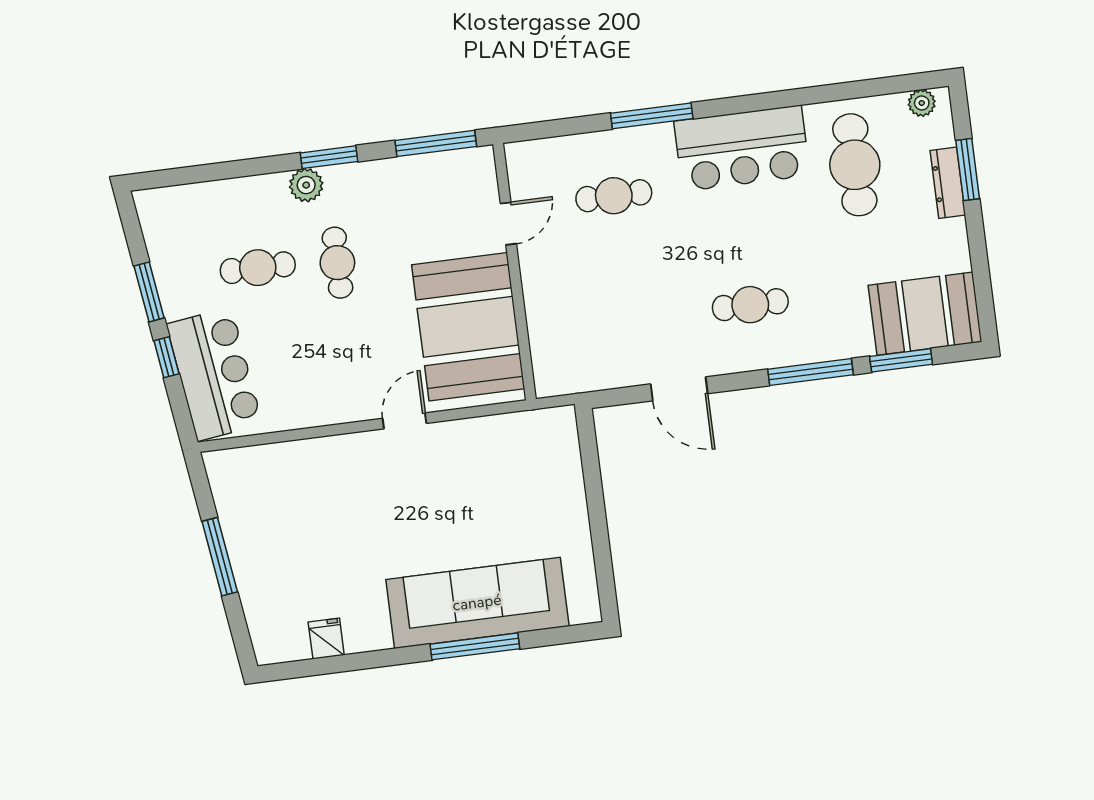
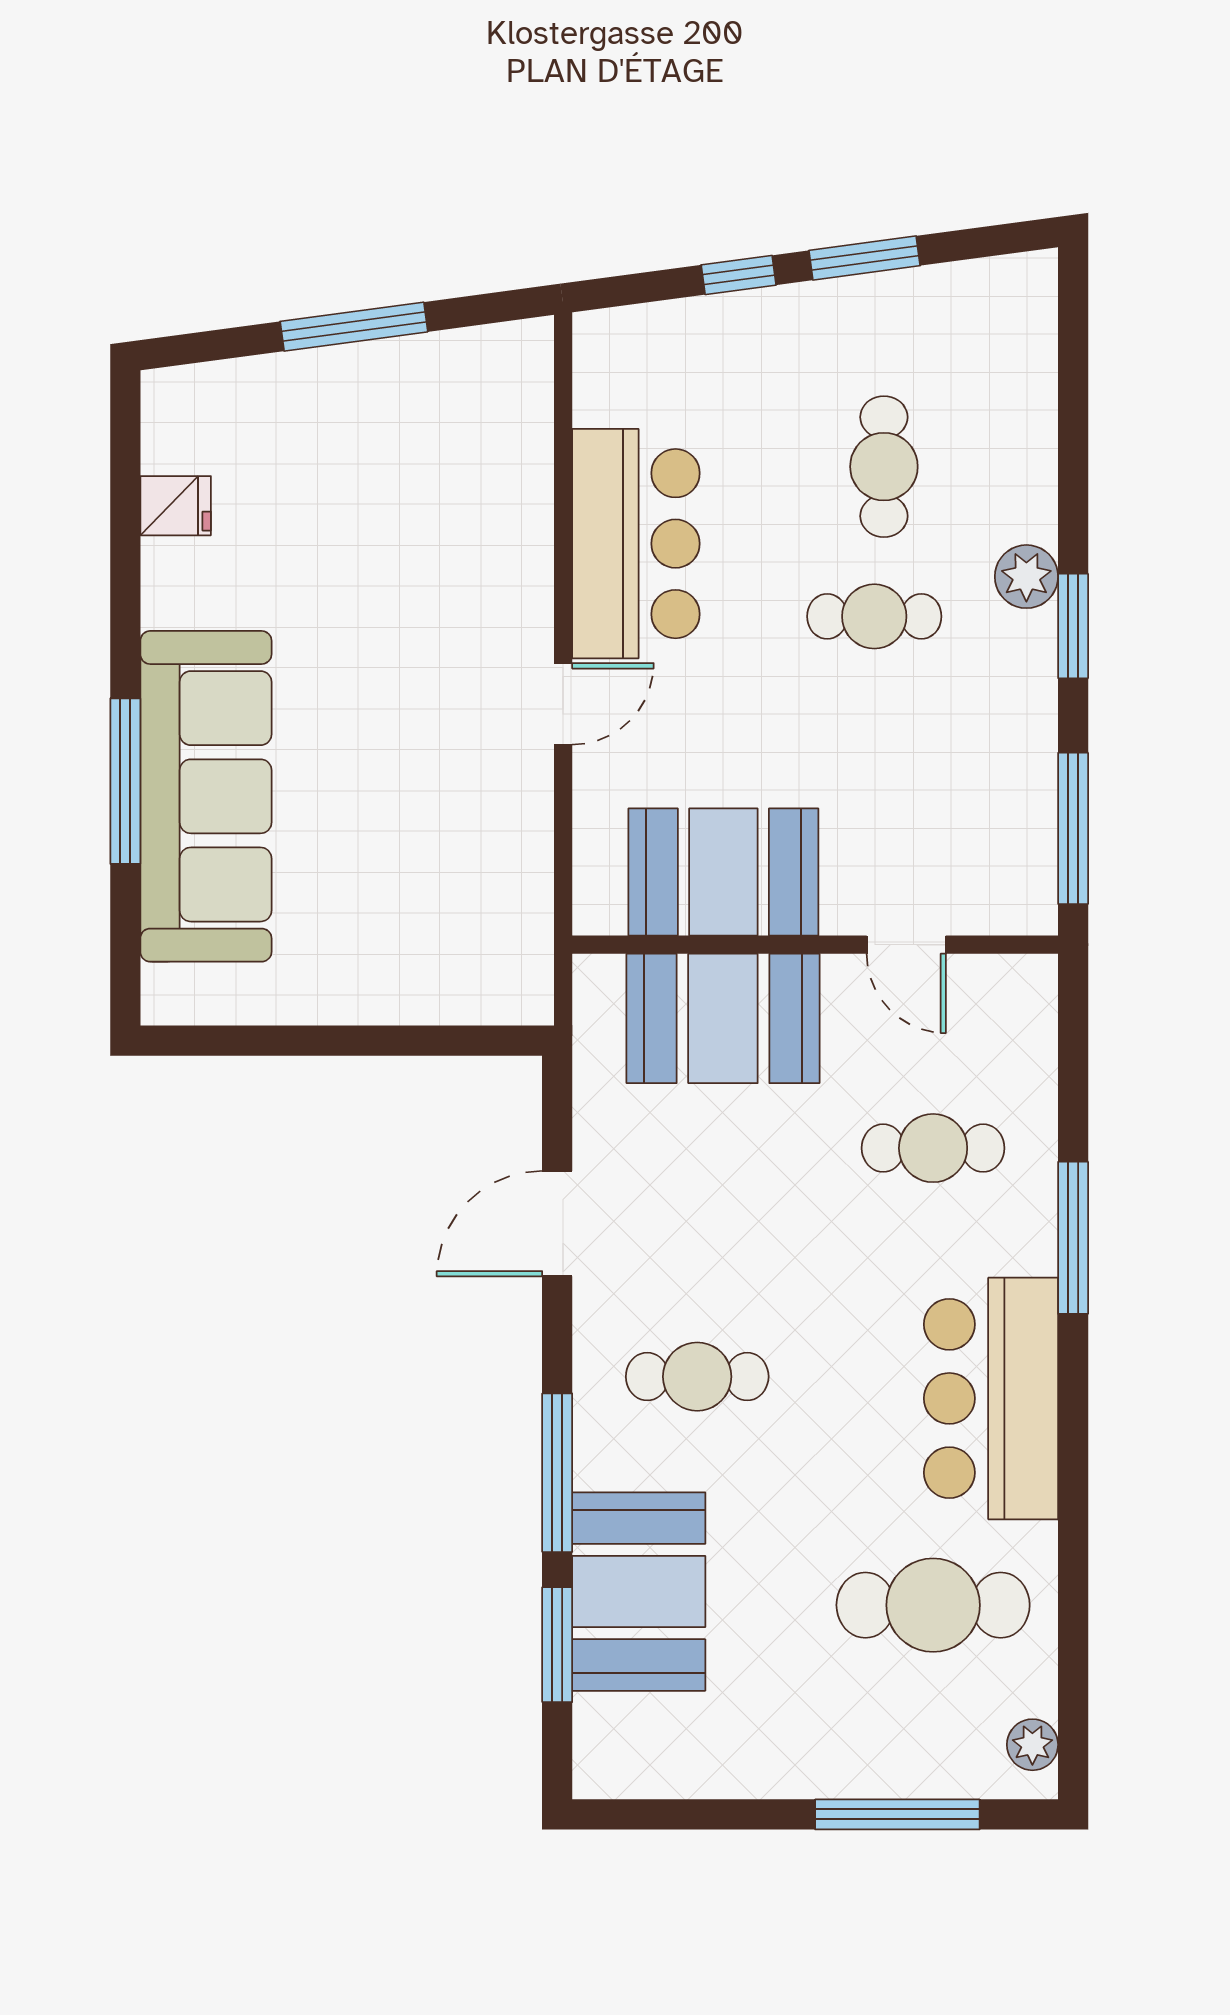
window: (968, 169) -> (897, 1814), width x1.44
dresser: (948, 183) -> (877, 1774), removed
cafe table: (614, 196) -> (933, 1148), turned 90
cafe table: (750, 305) -> (697, 1377), turned 90
booth: (925, 314) -> (639, 1592), moved
booth: (560, 315) -> (723, 1018), added
booth: (468, 327) -> (723, 872), width x0.73, depth x0.70
bar counter: (214, 374) -> (636, 544), moved, turned -82
door: (405, 421) -> (563, 704), hinge flipped

